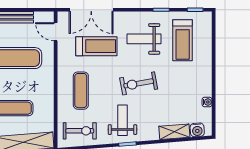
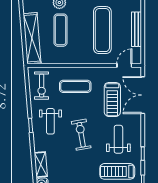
weight bench: (123, 120) -> (50, 121), turned 90

